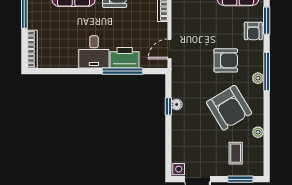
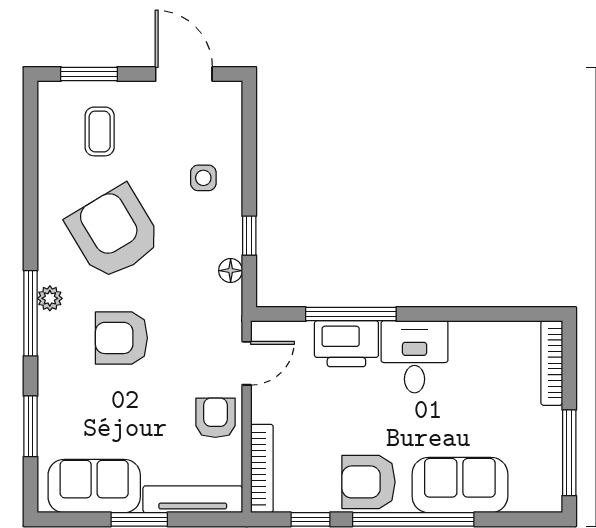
armchair: (253, 31) -> (215, 418), moved
floor lamp: (177, 104) -> (231, 271), moved
plant: (258, 132) -> (50, 178), removed
side table: (179, 169) -> (203, 178), moved

